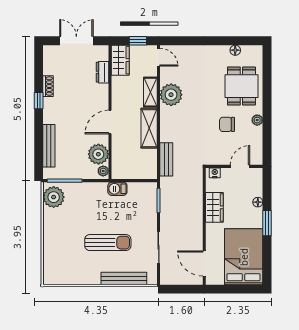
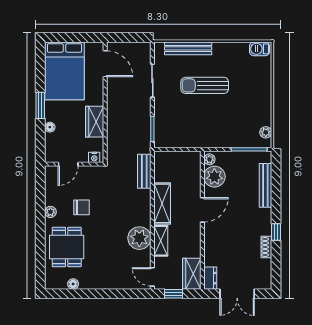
dresser: (102, 72) -> (210, 278), moved
barbecue: (117, 189) -> (260, 49), moved, turned 180
plant: (54, 197) -> (266, 132), width x0.53, depth x0.53

